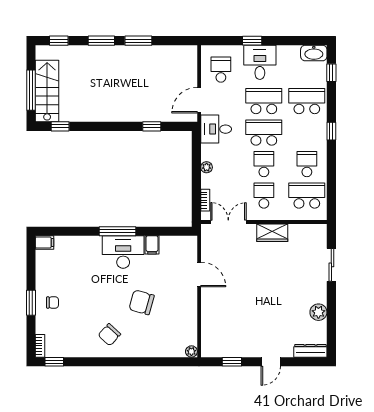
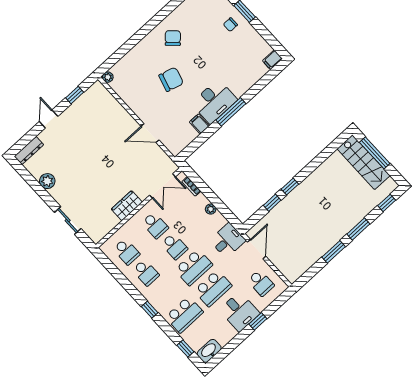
window: (60, 126) -> (290, 187), moved
school desk: (307, 196) -> (126, 252), width x0.54

